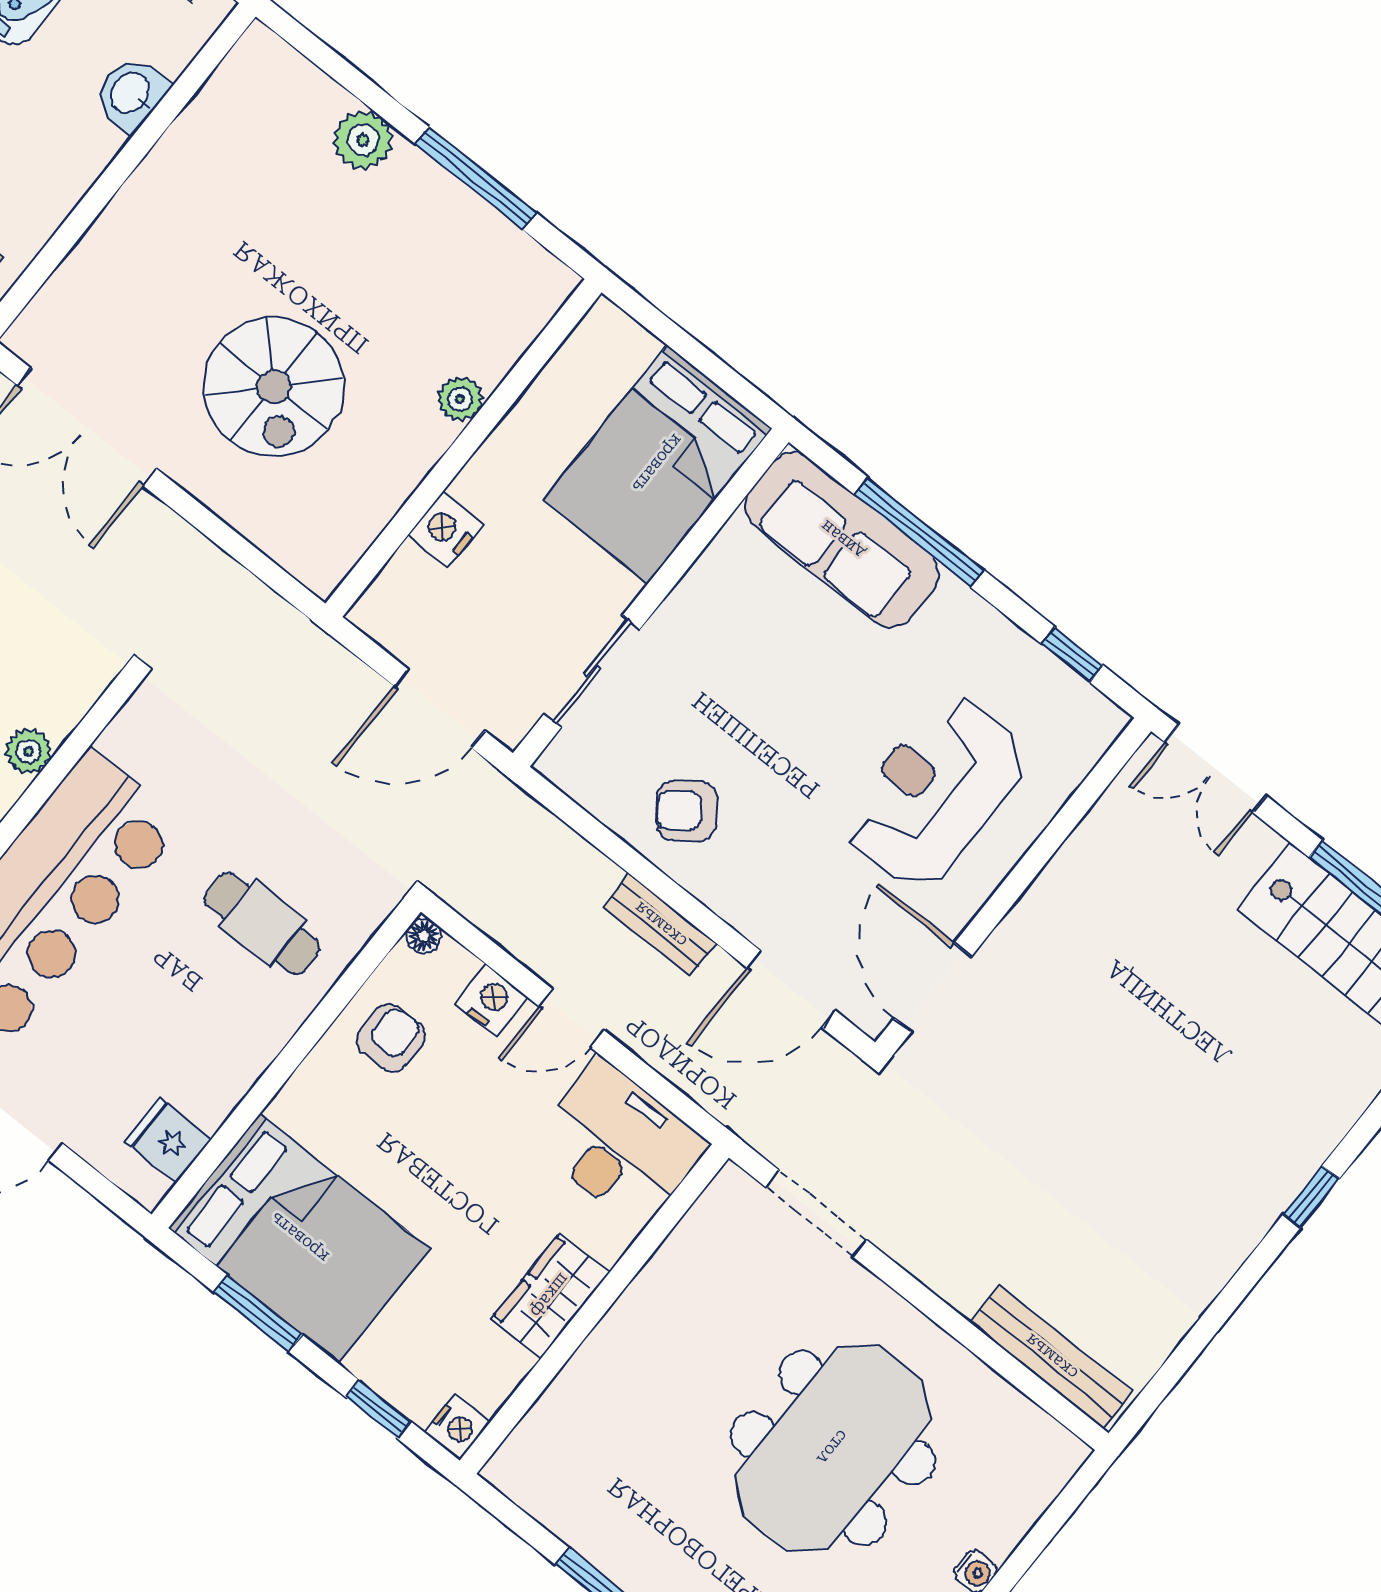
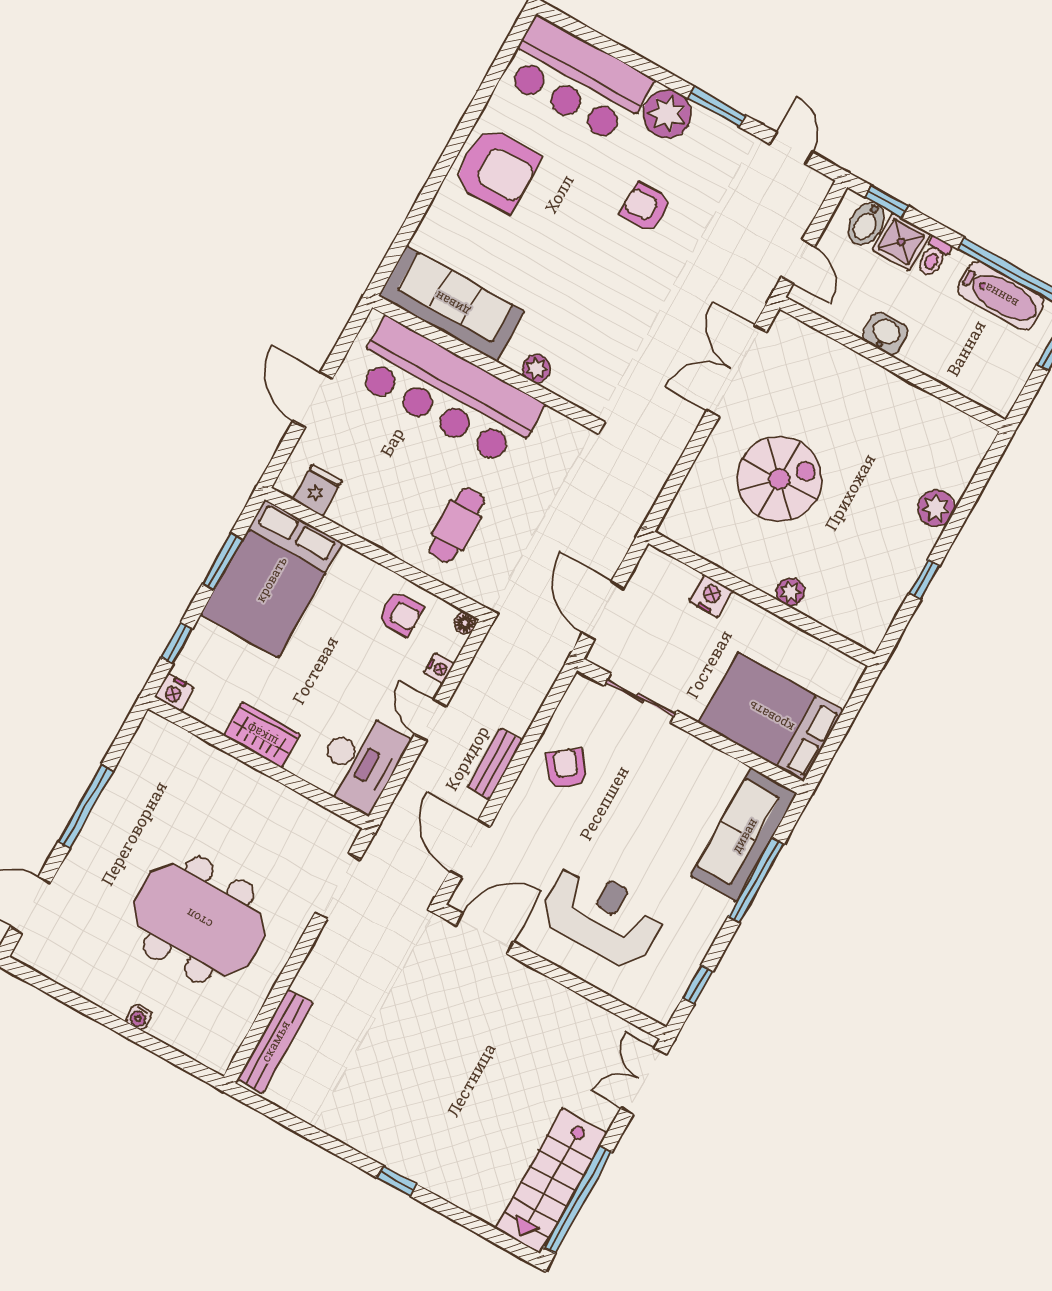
washbasin: (131, 94) -> (885, 333), moved
window: (476, 178) -> (924, 579), width x0.46
spiral stairs: (274, 387) -> (779, 479), turned 180
nightstand: (492, 1000) -> (439, 668), width x0.72, depth x0.74

